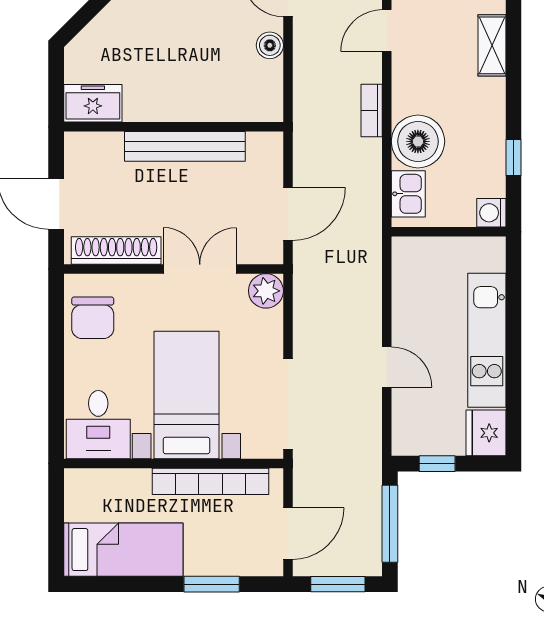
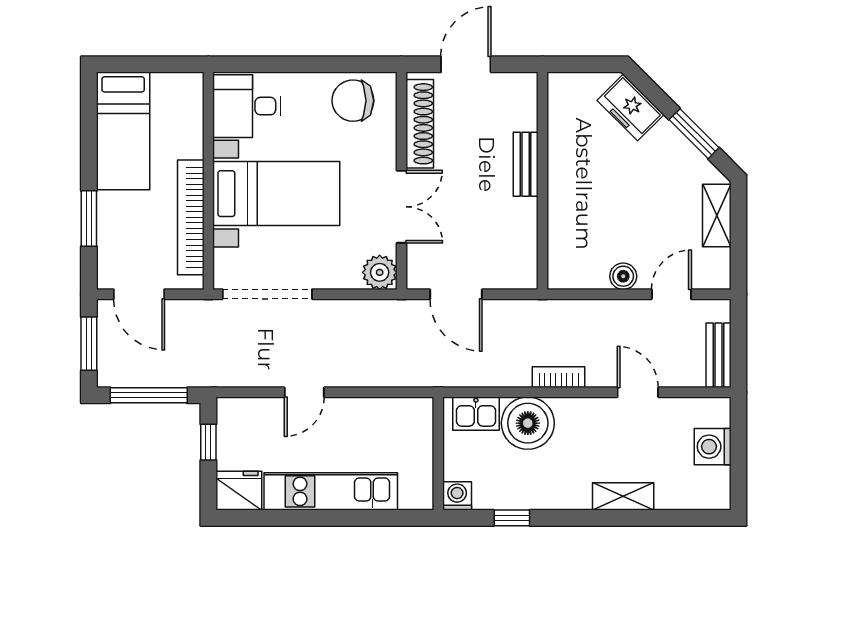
freezer: (93, 103) -> (630, 107), moved, turned 135
bench: (185, 146) -> (526, 164), width x0.54, depth x0.82

